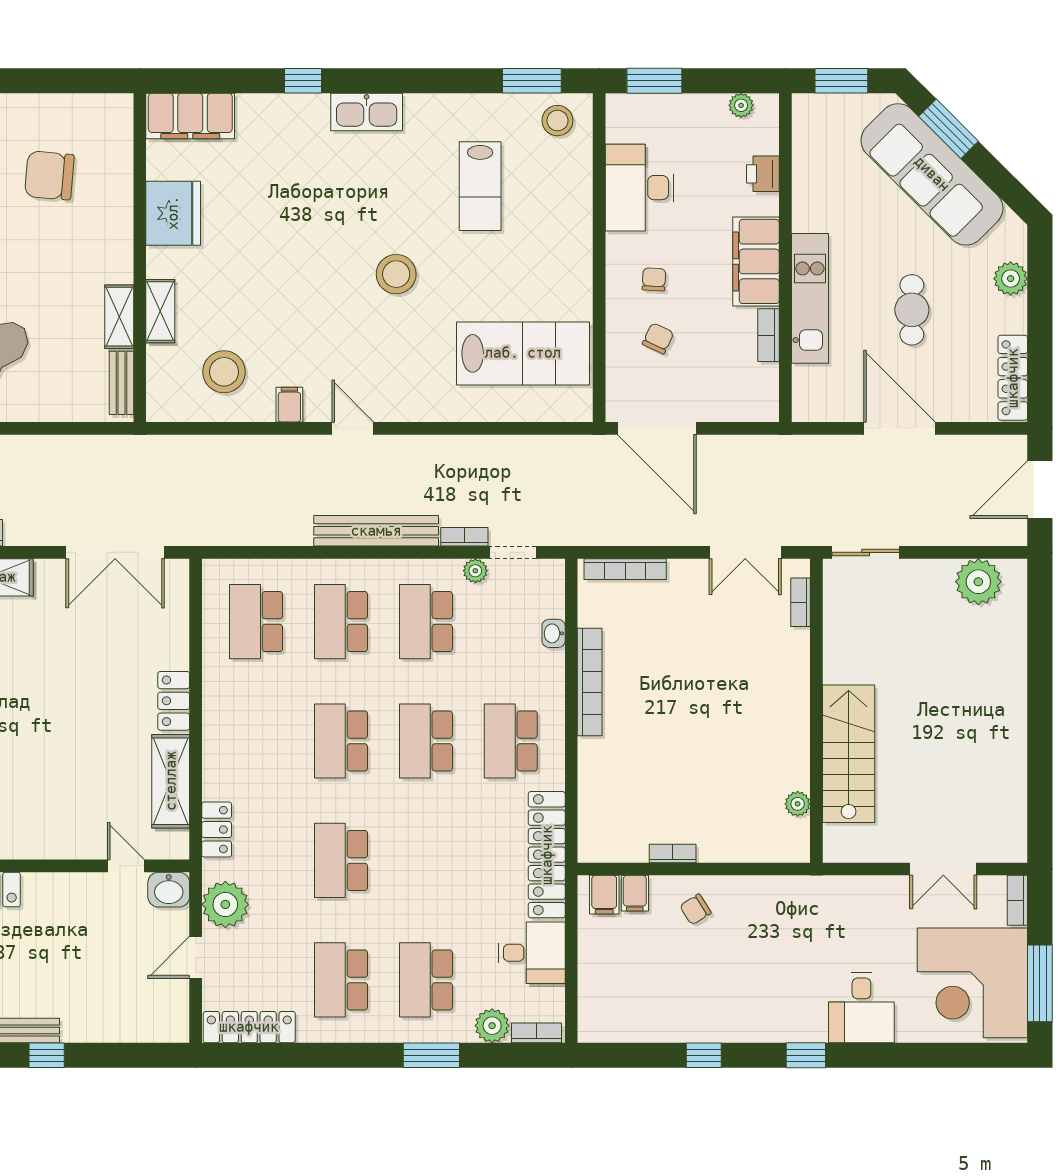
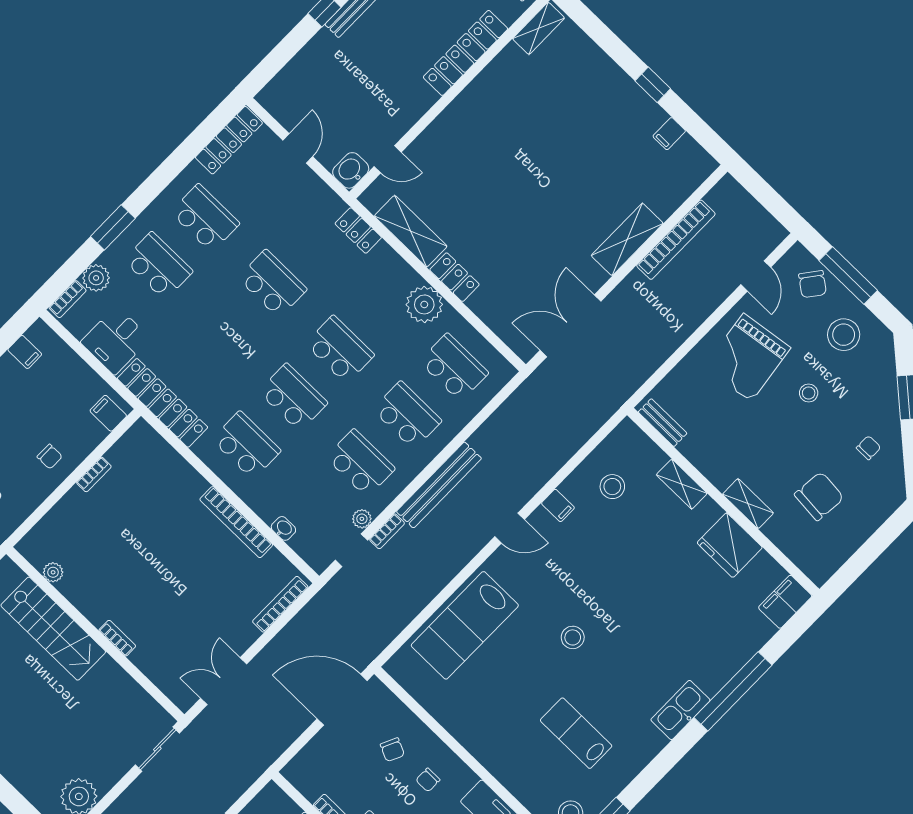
window: (303, 81) -> (733, 691), width x3.17
filing cabinet: (190, 116) -> (785, 602), width x0.67, depth x0.86
stool: (396, 274) -> (573, 637), width x0.73, depth x0.73
chair: (654, 279) -> (428, 780), turned 87
shelving: (119, 317) -> (748, 504), moved
lab bench: (523, 353) -> (465, 625), moved
stool: (224, 372) -> (612, 487), width x0.73, depth x0.73
bookcase: (800, 602) -> (117, 638), moved
filing cabinet: (635, 893) -> (25, 352), moved, turned 180
plant: (225, 904) -> (424, 304), moved
chair: (695, 909) -> (50, 457), turned 122

